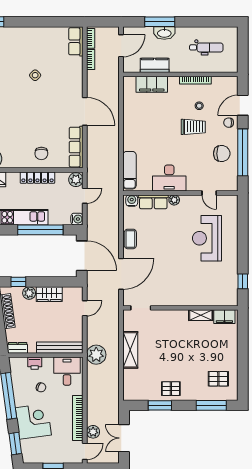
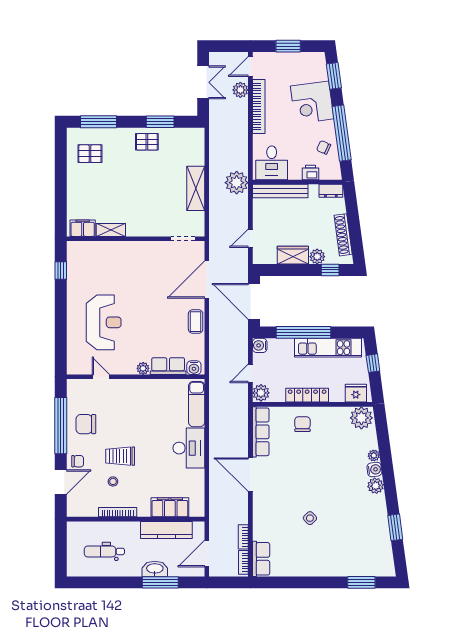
kitchen counter: (155, 65) -> (166, 530), width x1.50
desk: (169, 178) -> (189, 448), moved, turned 90
chair: (41, 387) -> (324, 147), moved

